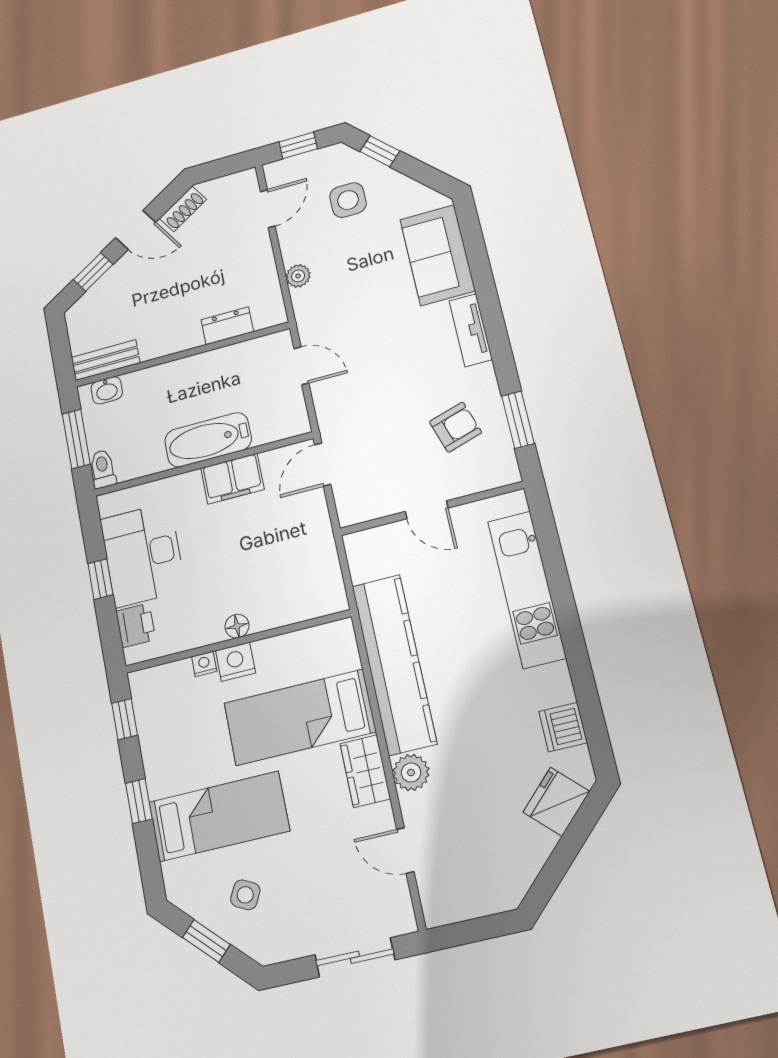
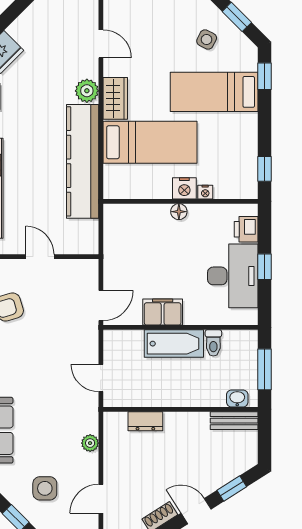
toilet: (103, 469) -> (213, 343), moved
window: (139, 801) -> (265, 76), moved

